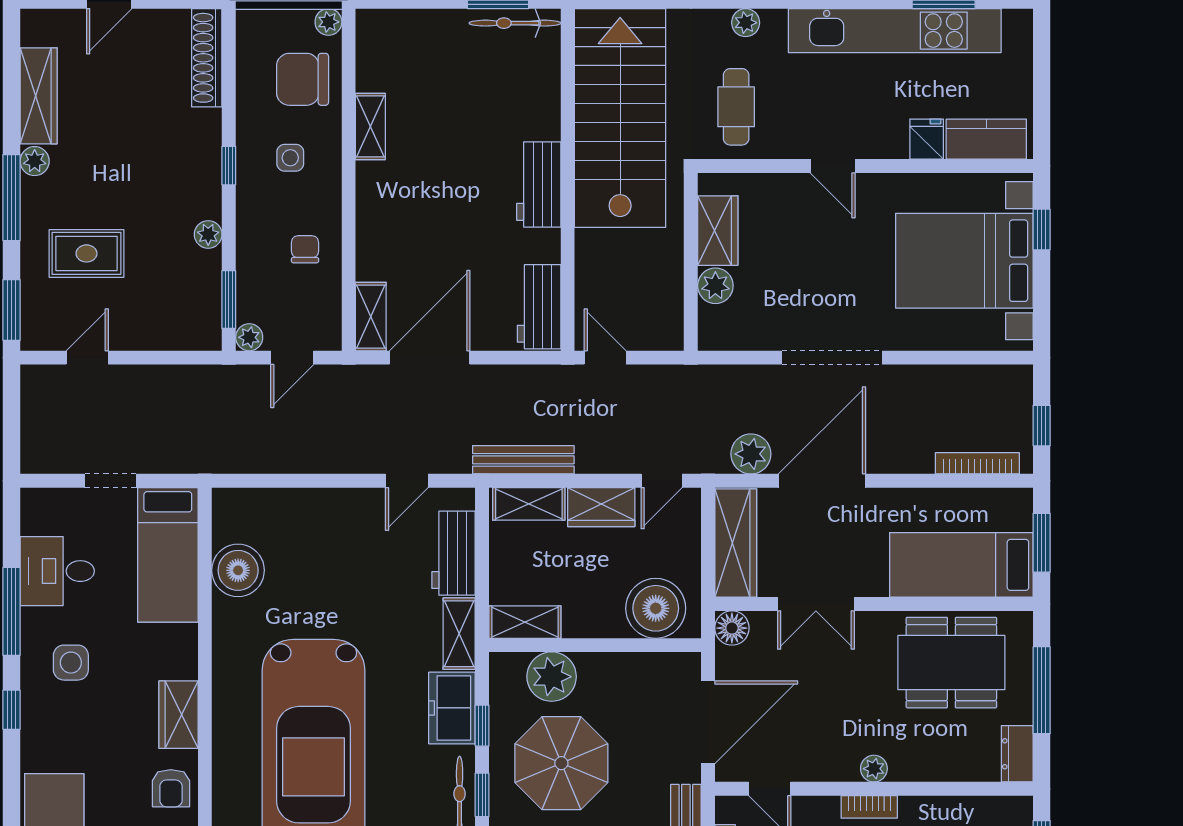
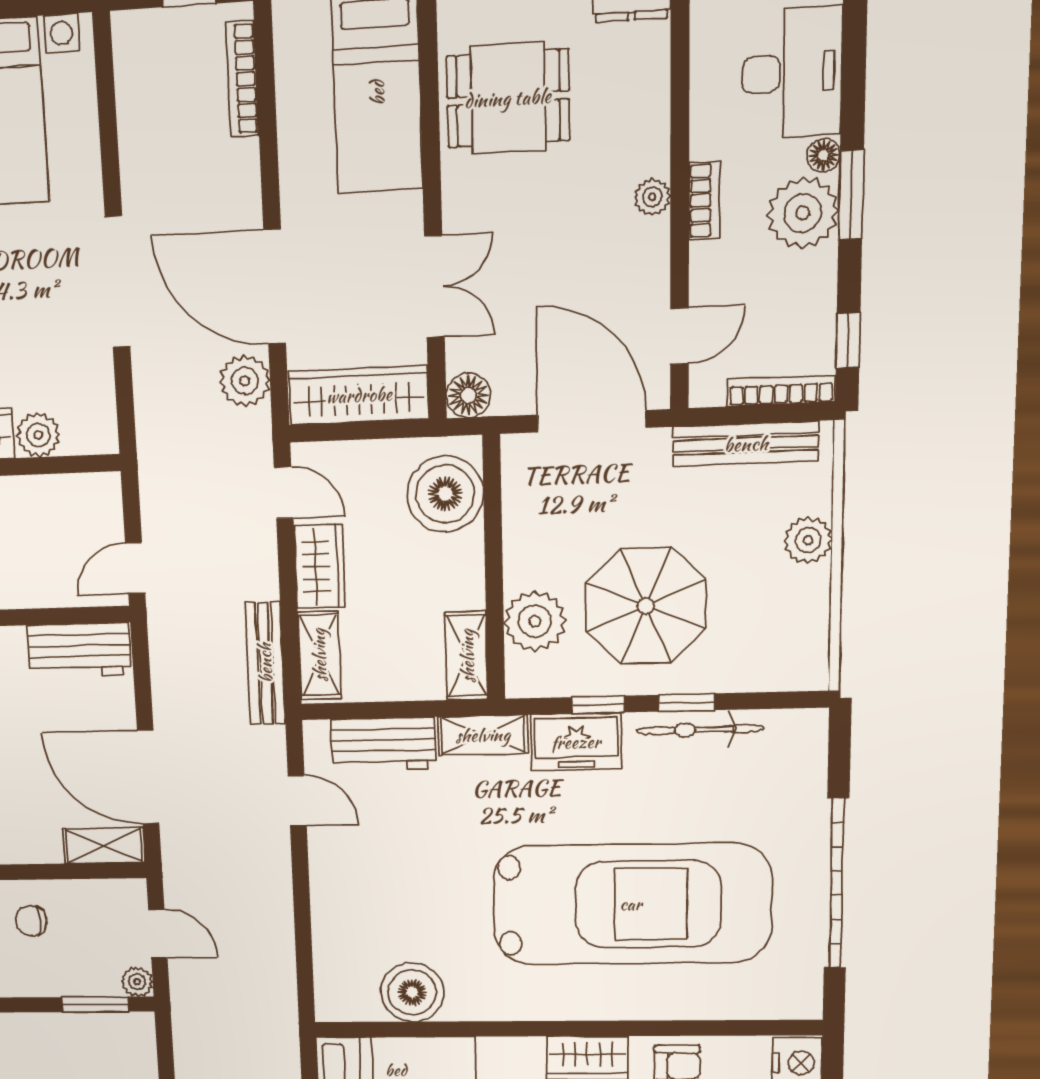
plant: (208, 234) -> (23, 1027), removed
dining table: (951, 663) -> (508, 98), width x0.73

